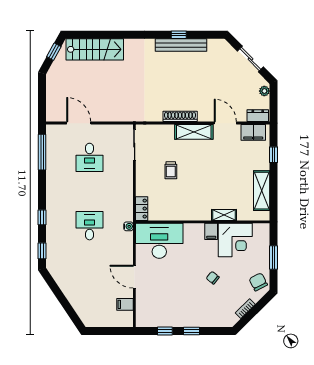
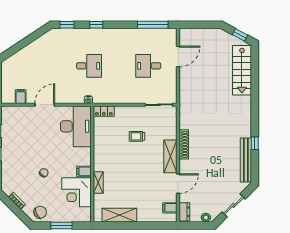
bench: (181, 45) -> (246, 160), moved
filing cabinet: (253, 132) -> (170, 208), width x0.50
window: (273, 155) -> (151, 225), removed

